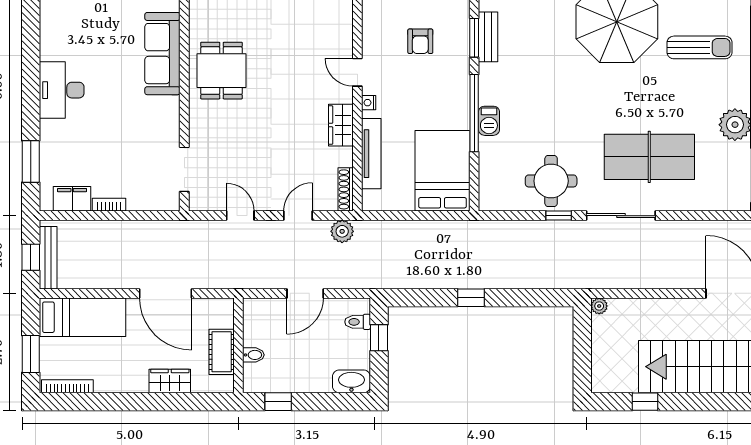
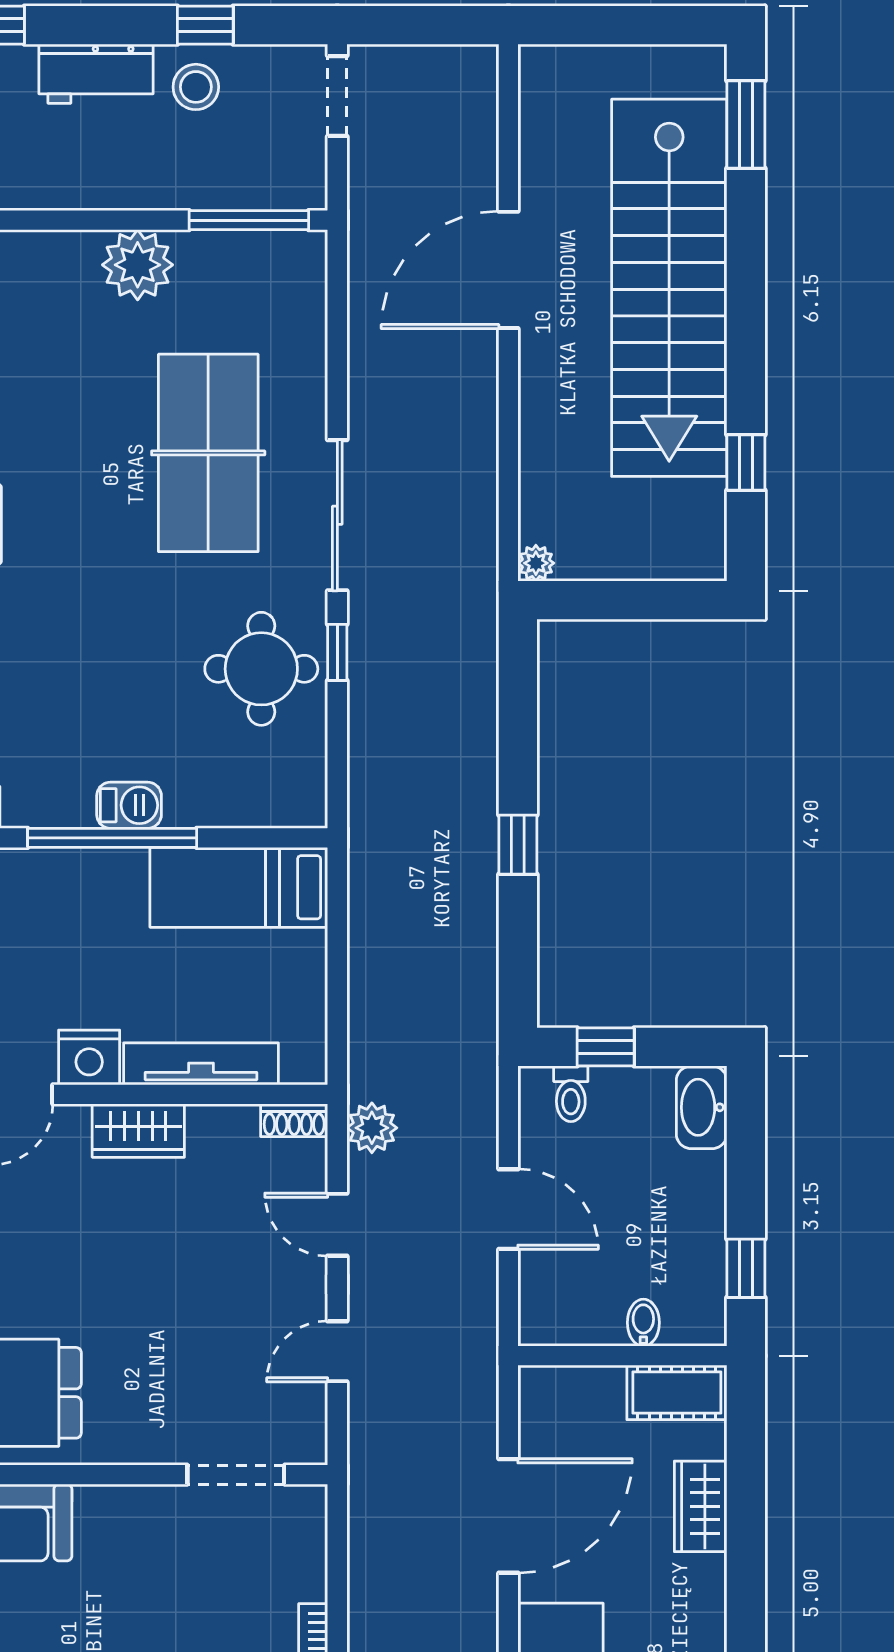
nightstand: (369, 103) -> (89, 1057), width x1.89, depth x1.79
bed: (443, 171) -> (239, 887), width x0.67
shoe rack: (346, 189) -> (294, 1120), width x0.70
cot: (222, 352) -> (677, 1392), moved

